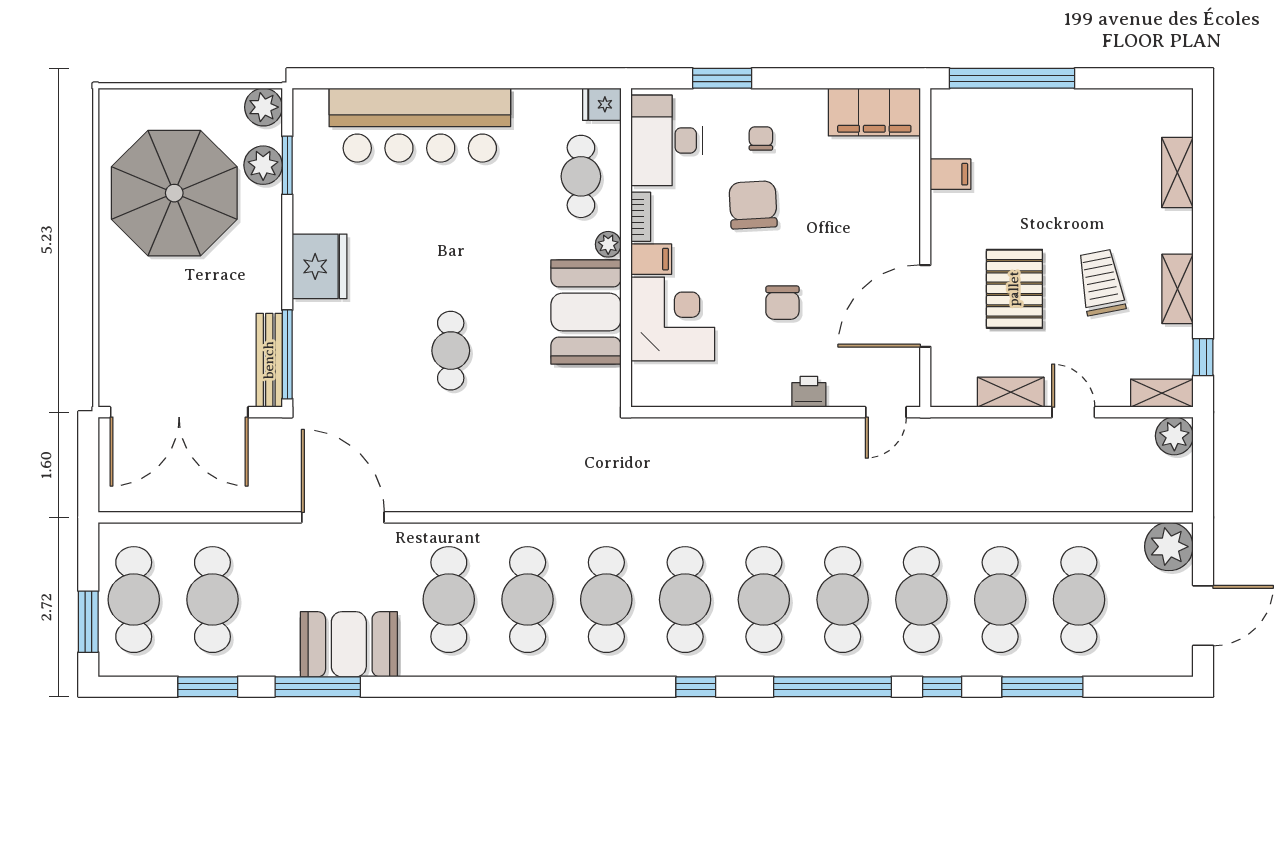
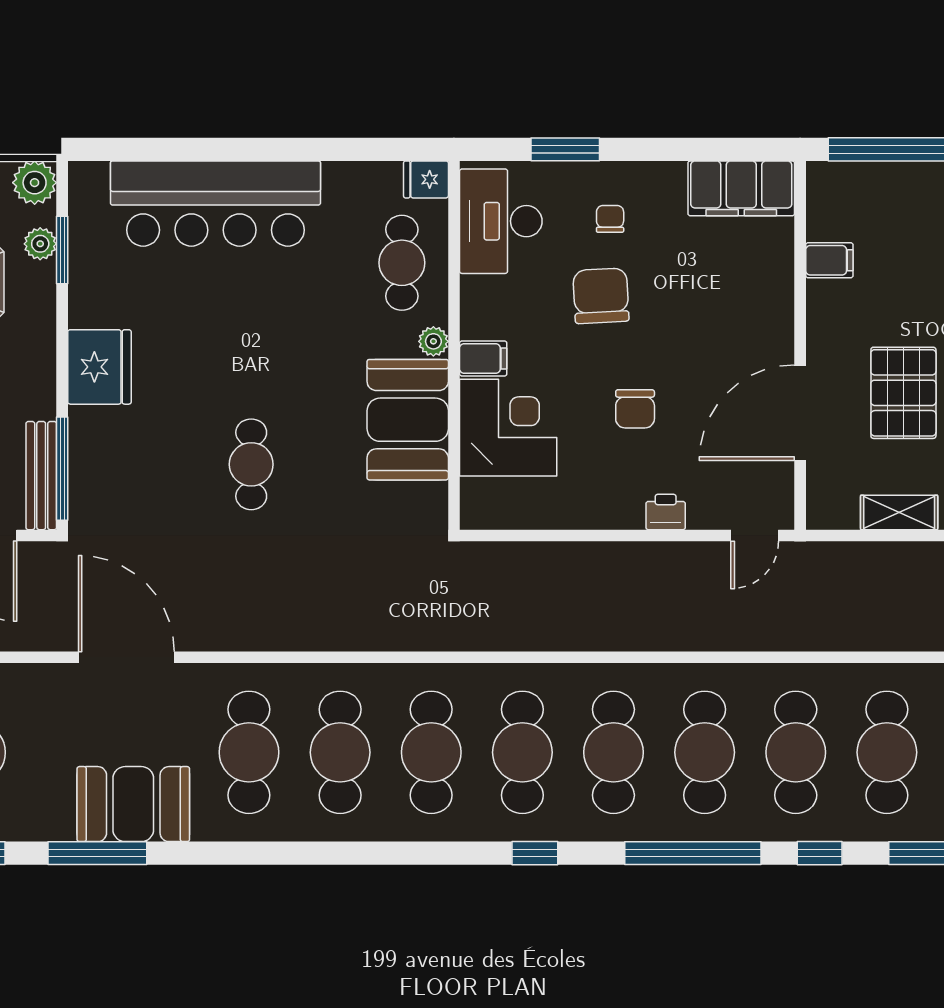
plant: (263, 165) -> (40, 244), width x0.73, depth x0.73
bookcase: (641, 217) -> (471, 309), removed

